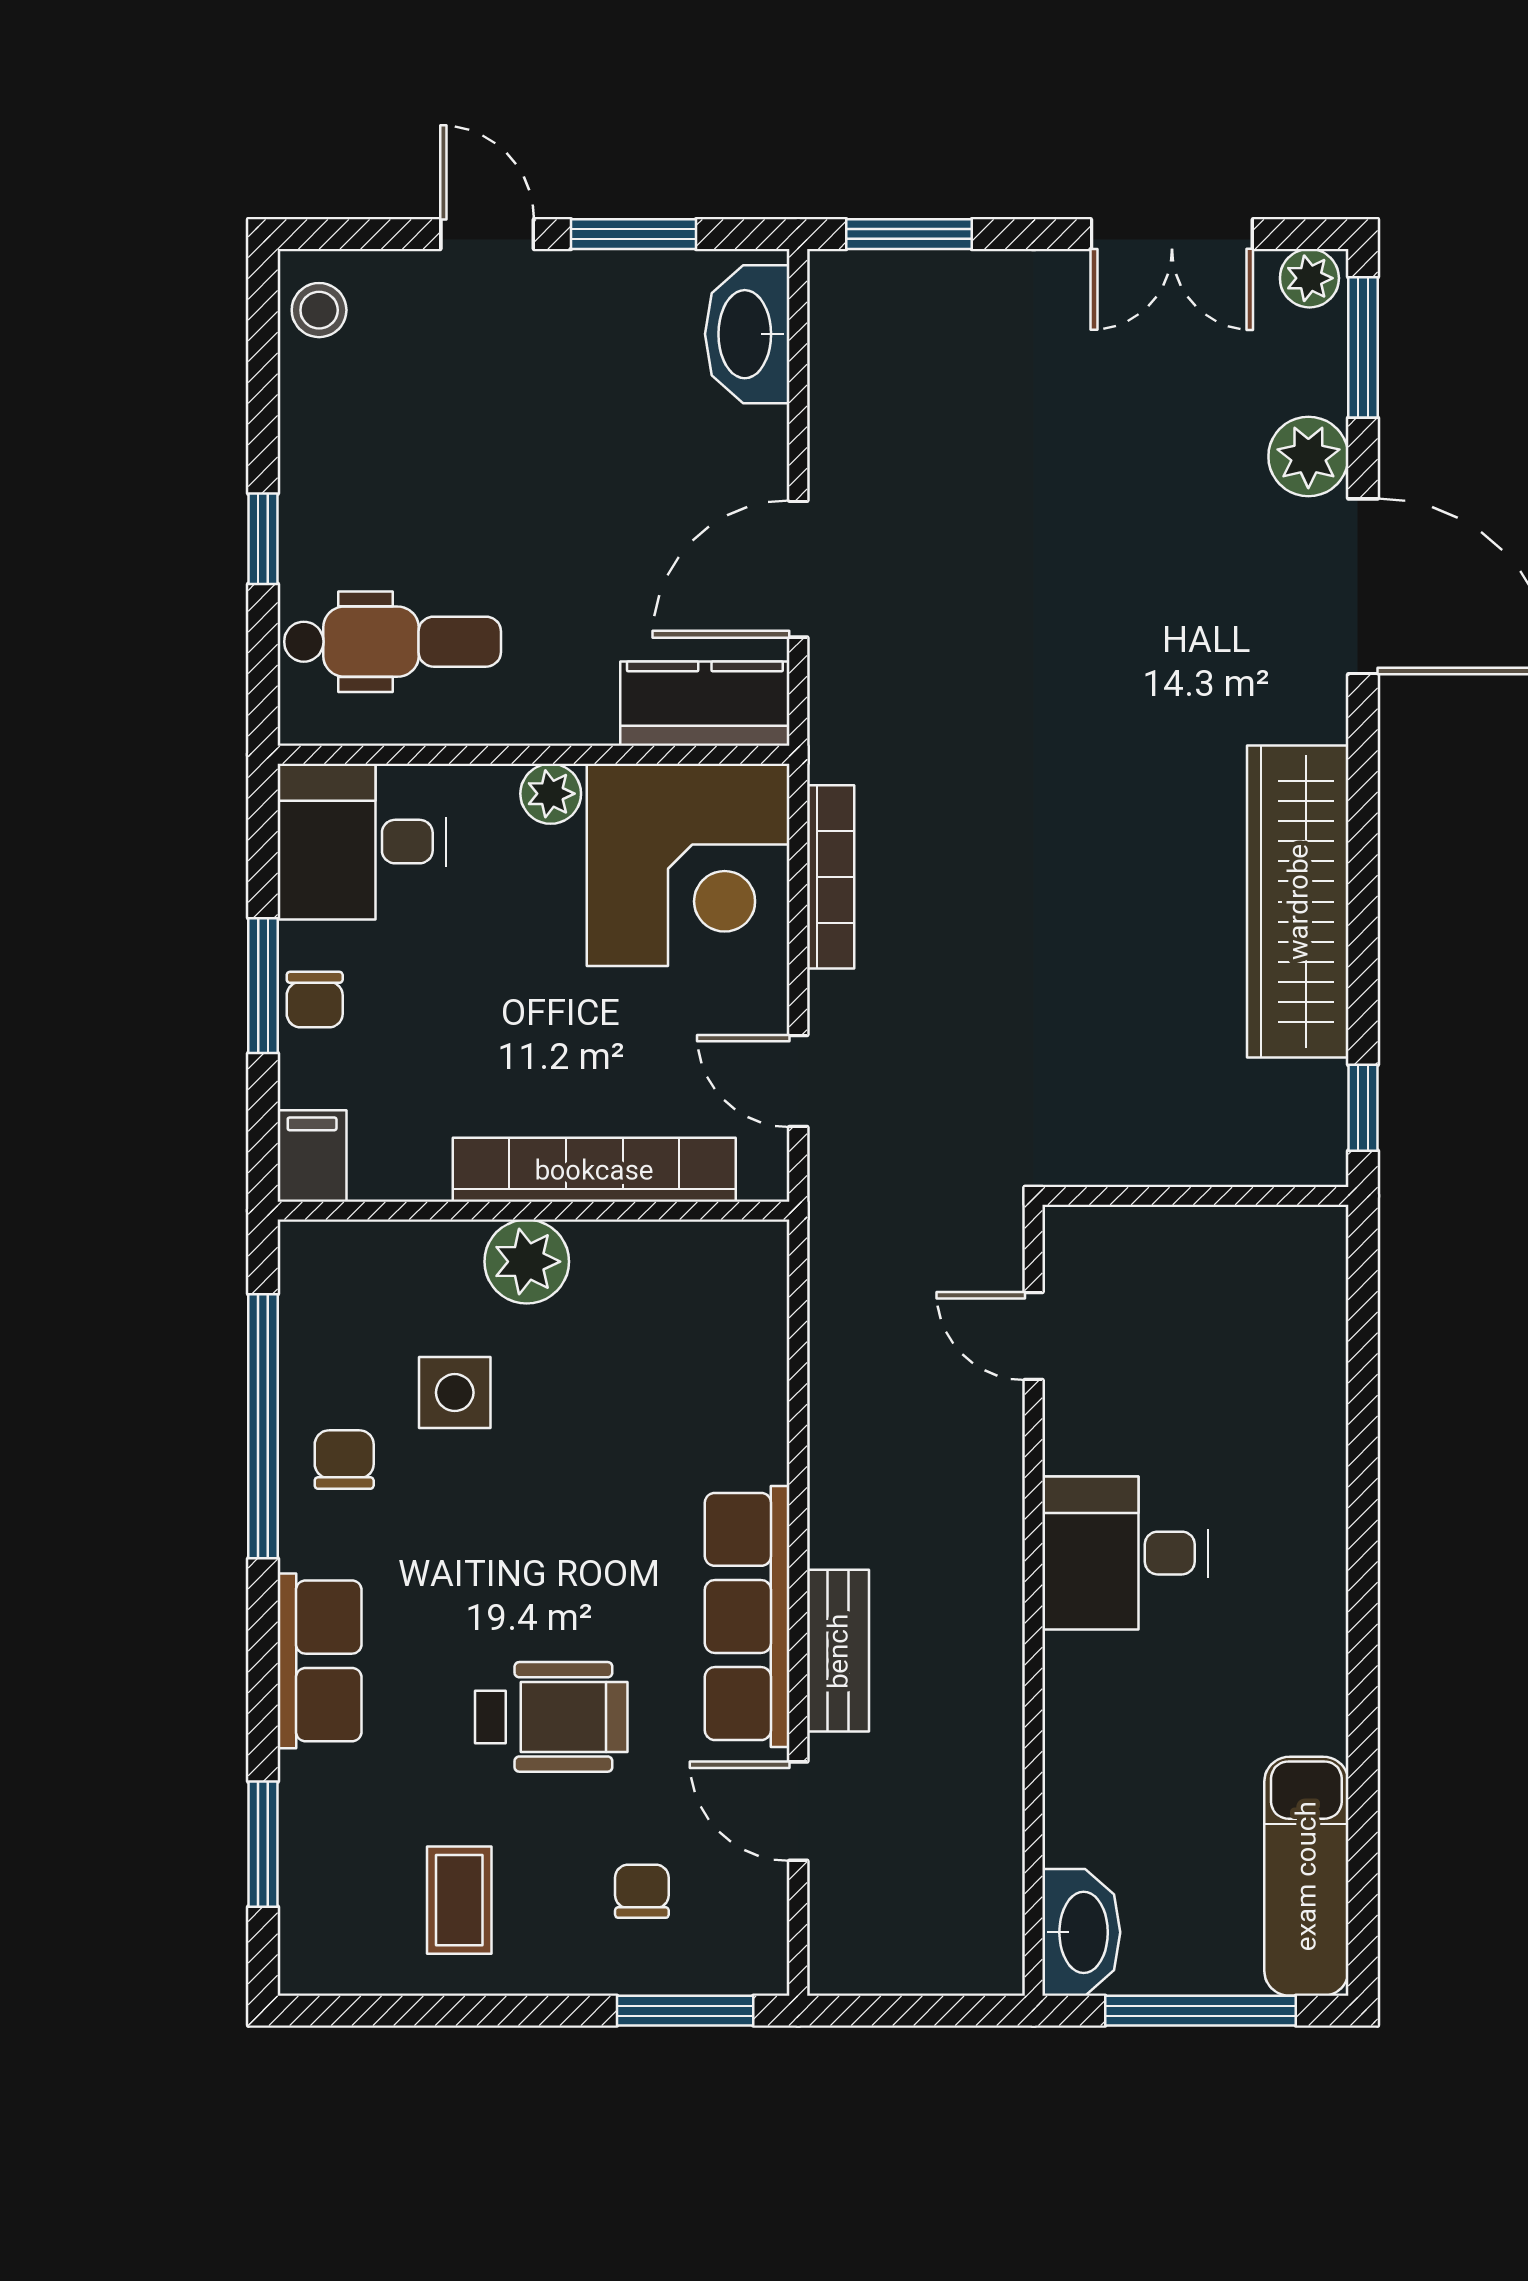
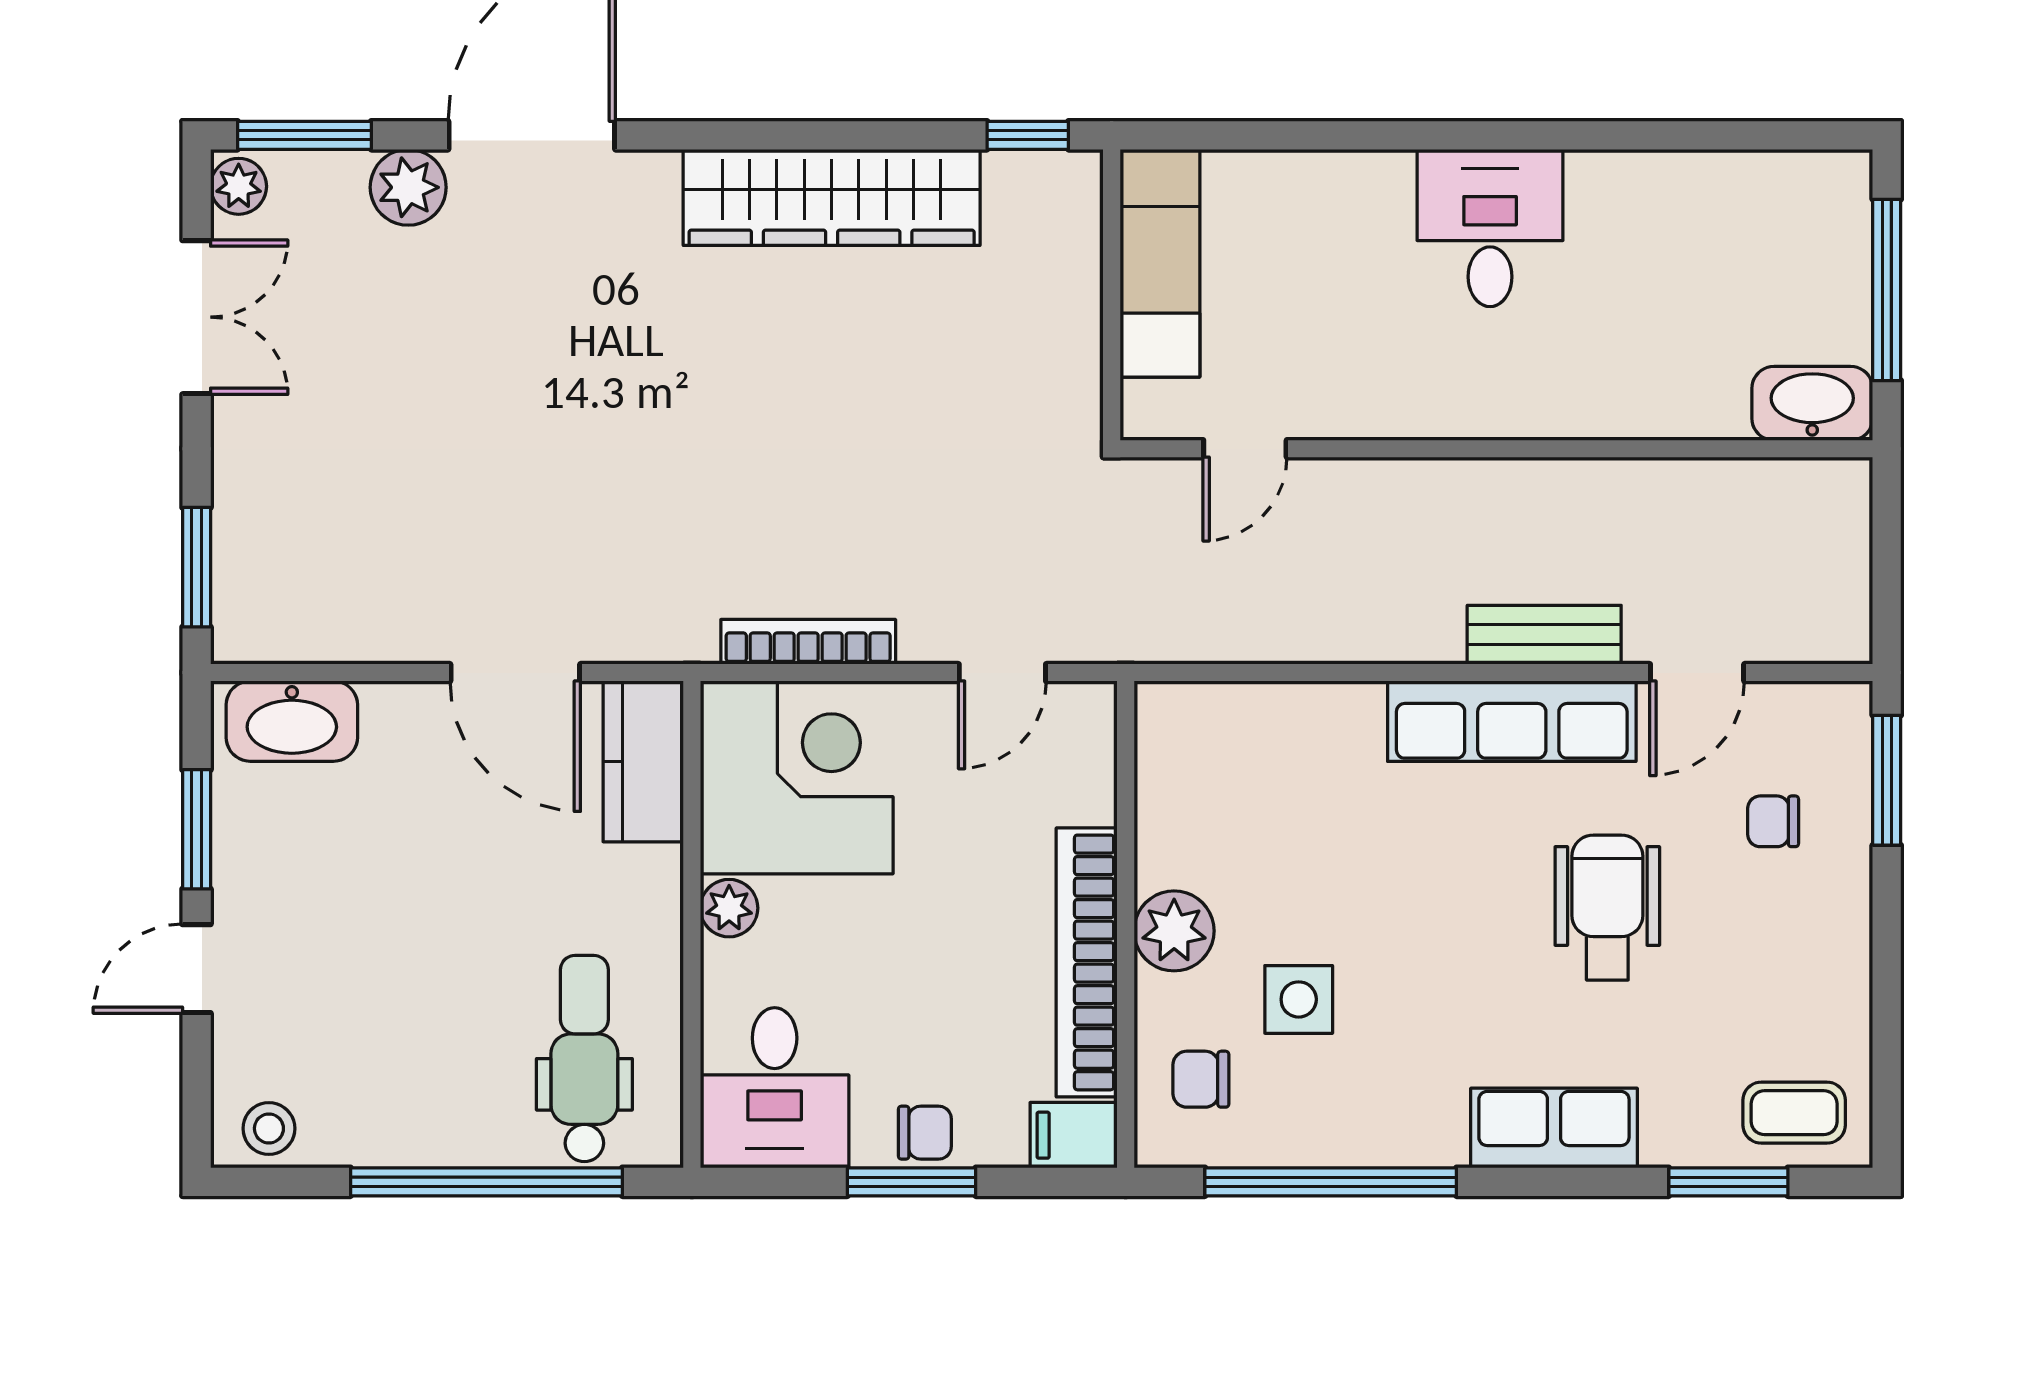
window: (263, 539) -> (486, 1182), width x3.17
bookcase: (594, 1170) -> (1087, 962), moved
chair: (344, 1460) -> (1201, 1079), moved
desk: (1125, 1553) -> (1490, 228), moved, turned 180
exam couch: (1306, 1876) -> (1160, 263), moved, turned -90
coffee table: (459, 1900) -> (1794, 1113), moved

